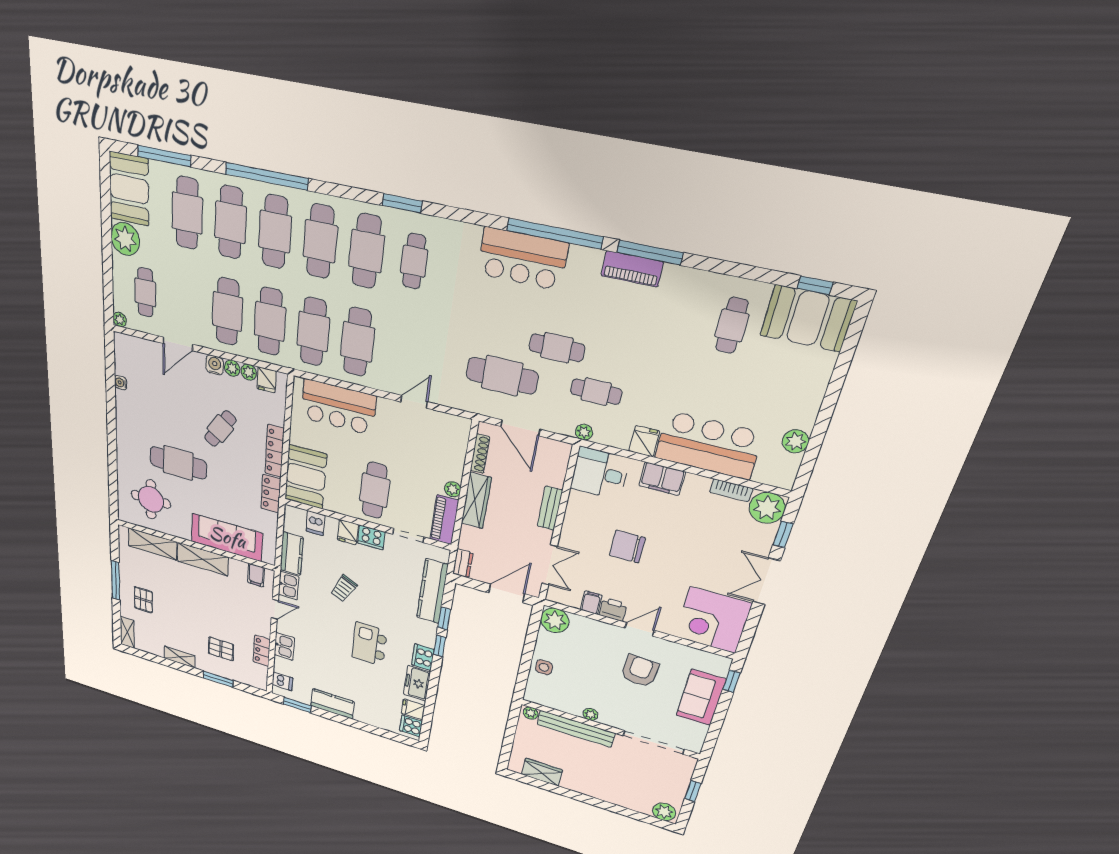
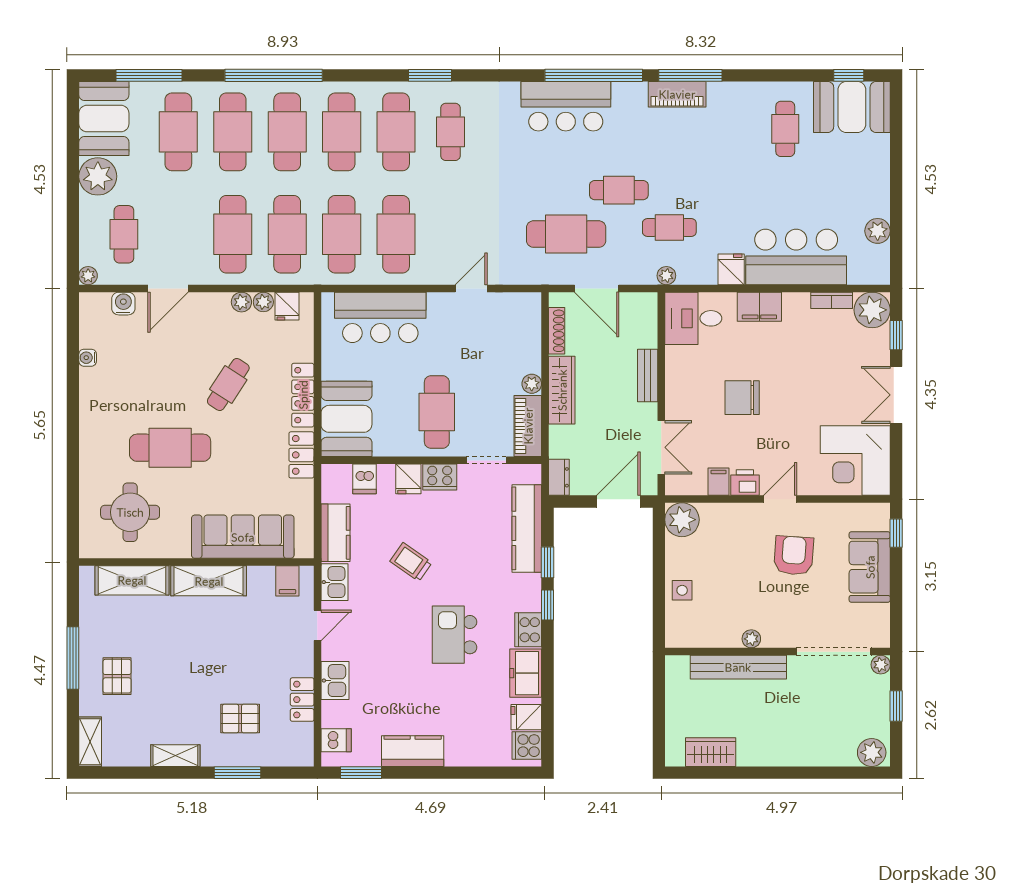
water cooler: (215, 365) -> (123, 304), moved
trolley: (344, 589) -> (411, 562), turned 99
plant: (531, 713) -> (881, 665), moved

